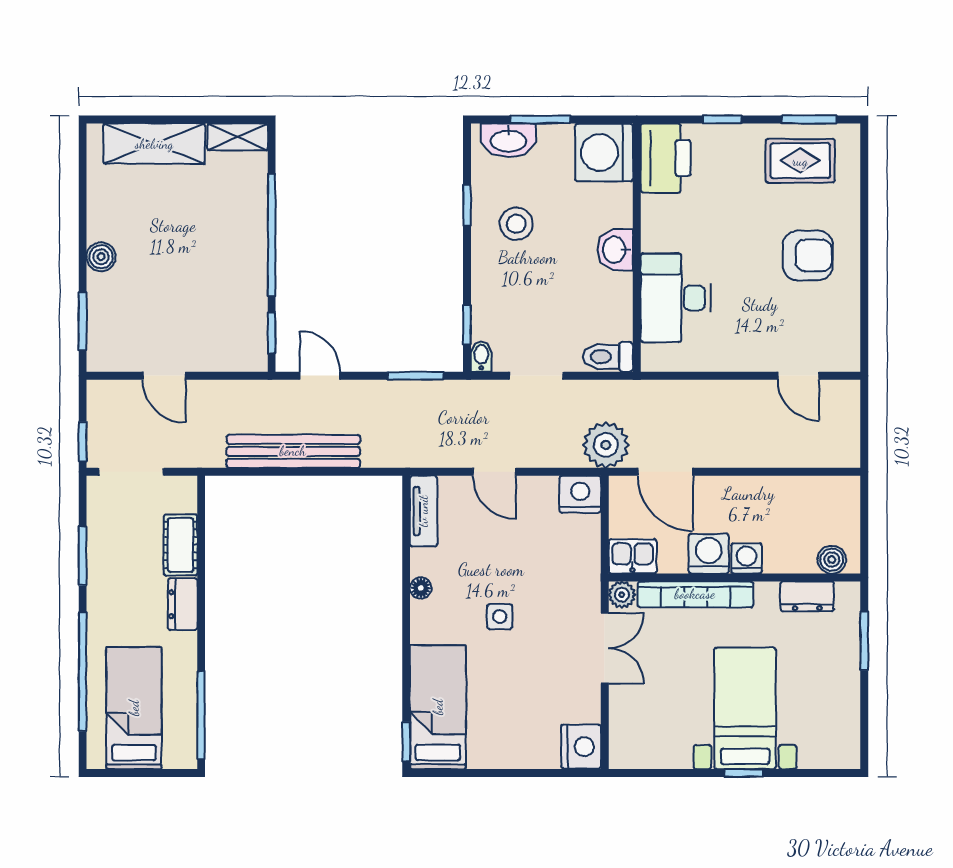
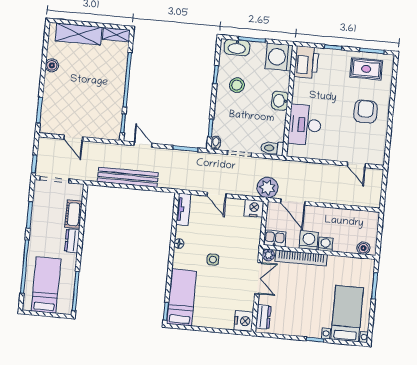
armchair: (808, 255) -> (366, 112), turned -90
boiler: (101, 257) -> (52, 65), moved
dresser: (807, 596) -> (263, 317), moved, turned -90
bed with nightstands: (745, 708) -> (347, 314), moved

